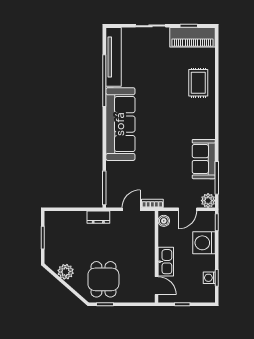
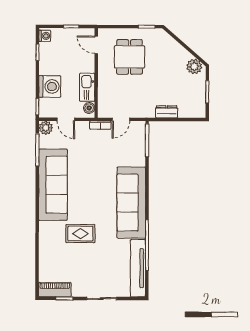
piano: (193, 37) -> (55, 290), width x0.73, depth x0.75
rug: (198, 83) -> (80, 234), moved, turned 90
sofa: (204, 159) -> (53, 185), width x1.85, depth x1.27
door: (188, 209) -> (66, 119), swing flipped
dresser: (98, 217) -> (167, 112), moved
kitchen sink: (166, 262) -> (87, 87), moved
plant: (66, 272) -> (194, 67), moved
washing machine: (209, 278) -> (45, 36), moved
dining table: (103, 279) -> (130, 57), moved

